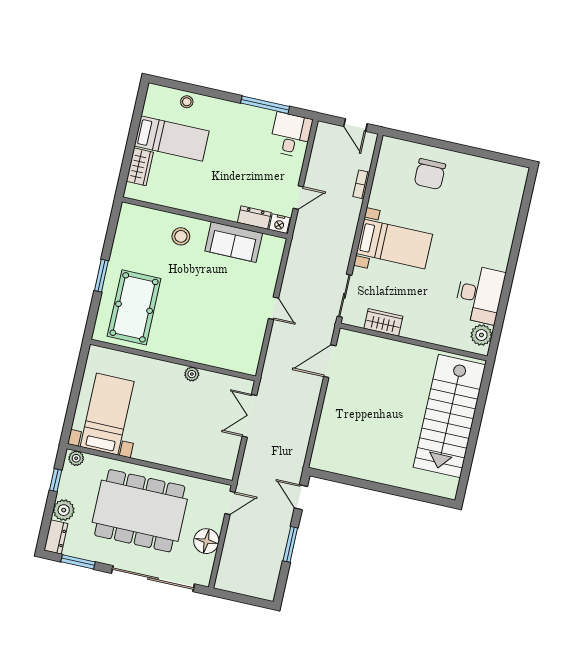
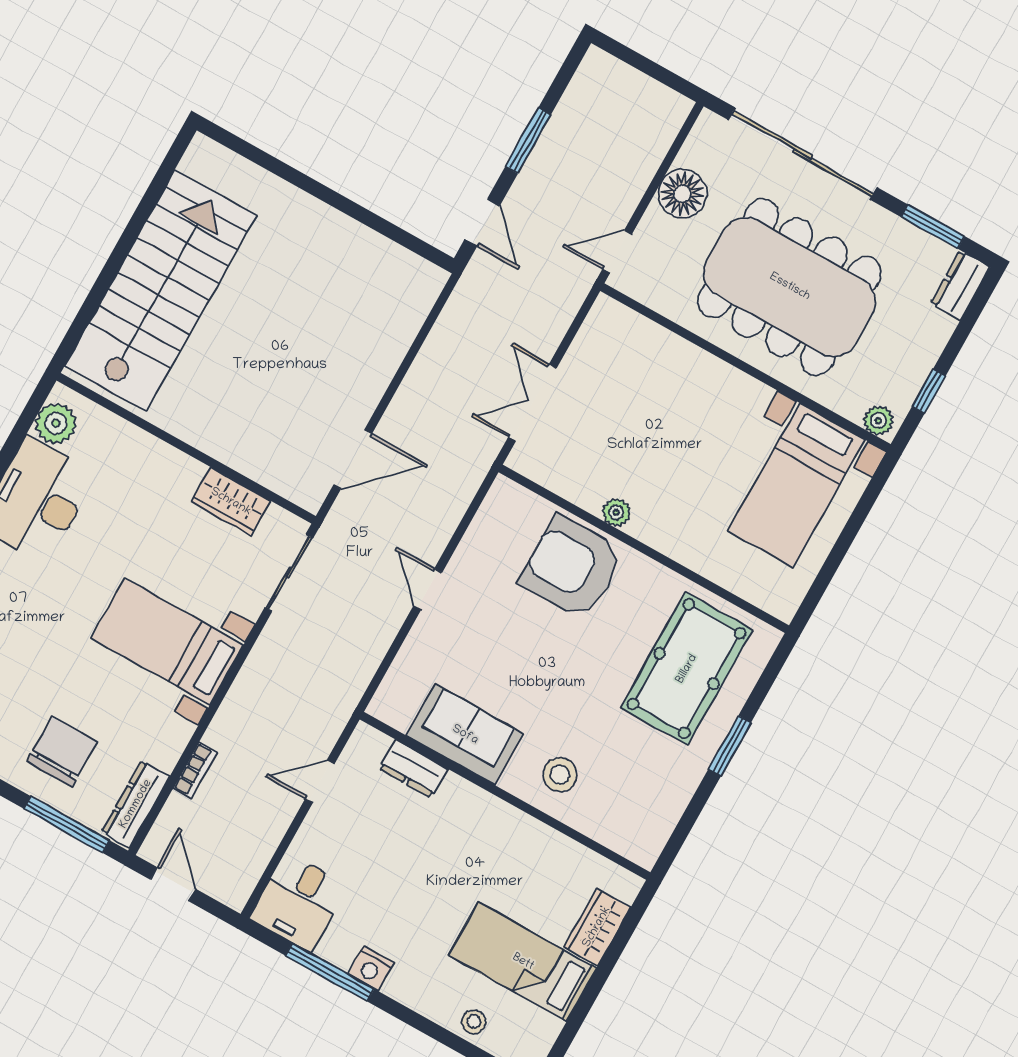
window: (417, 139) -> (67, 825), added
dresser: (386, 159) -> (136, 804), added
nightstand: (279, 224) -> (371, 969), moved, turned 180
armchair: (206, 340) -> (572, 567), added
double door: (249, 416) -> (532, 403), swing flipped
plant: (64, 510) -> (931, 331), removed

